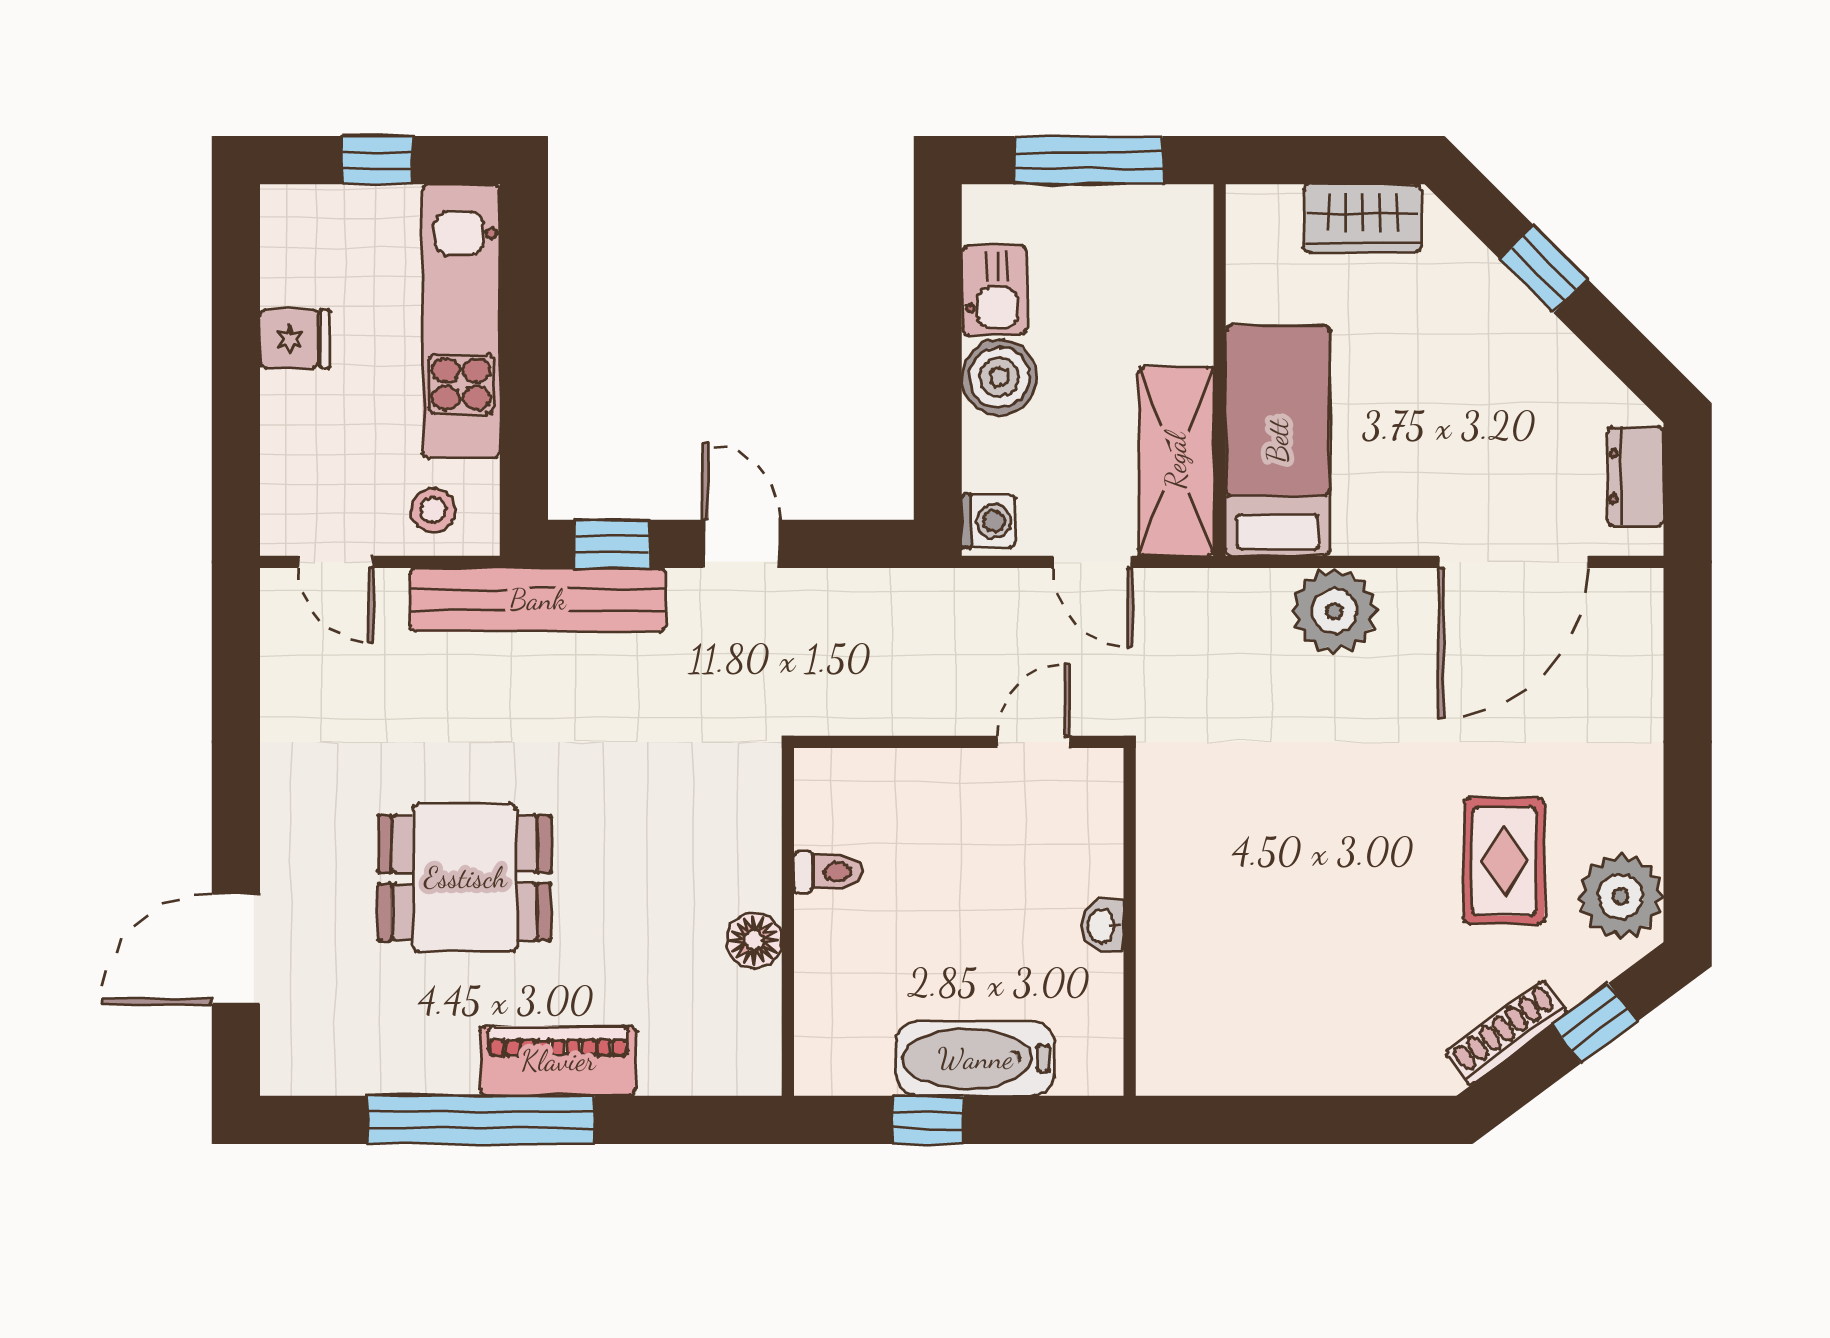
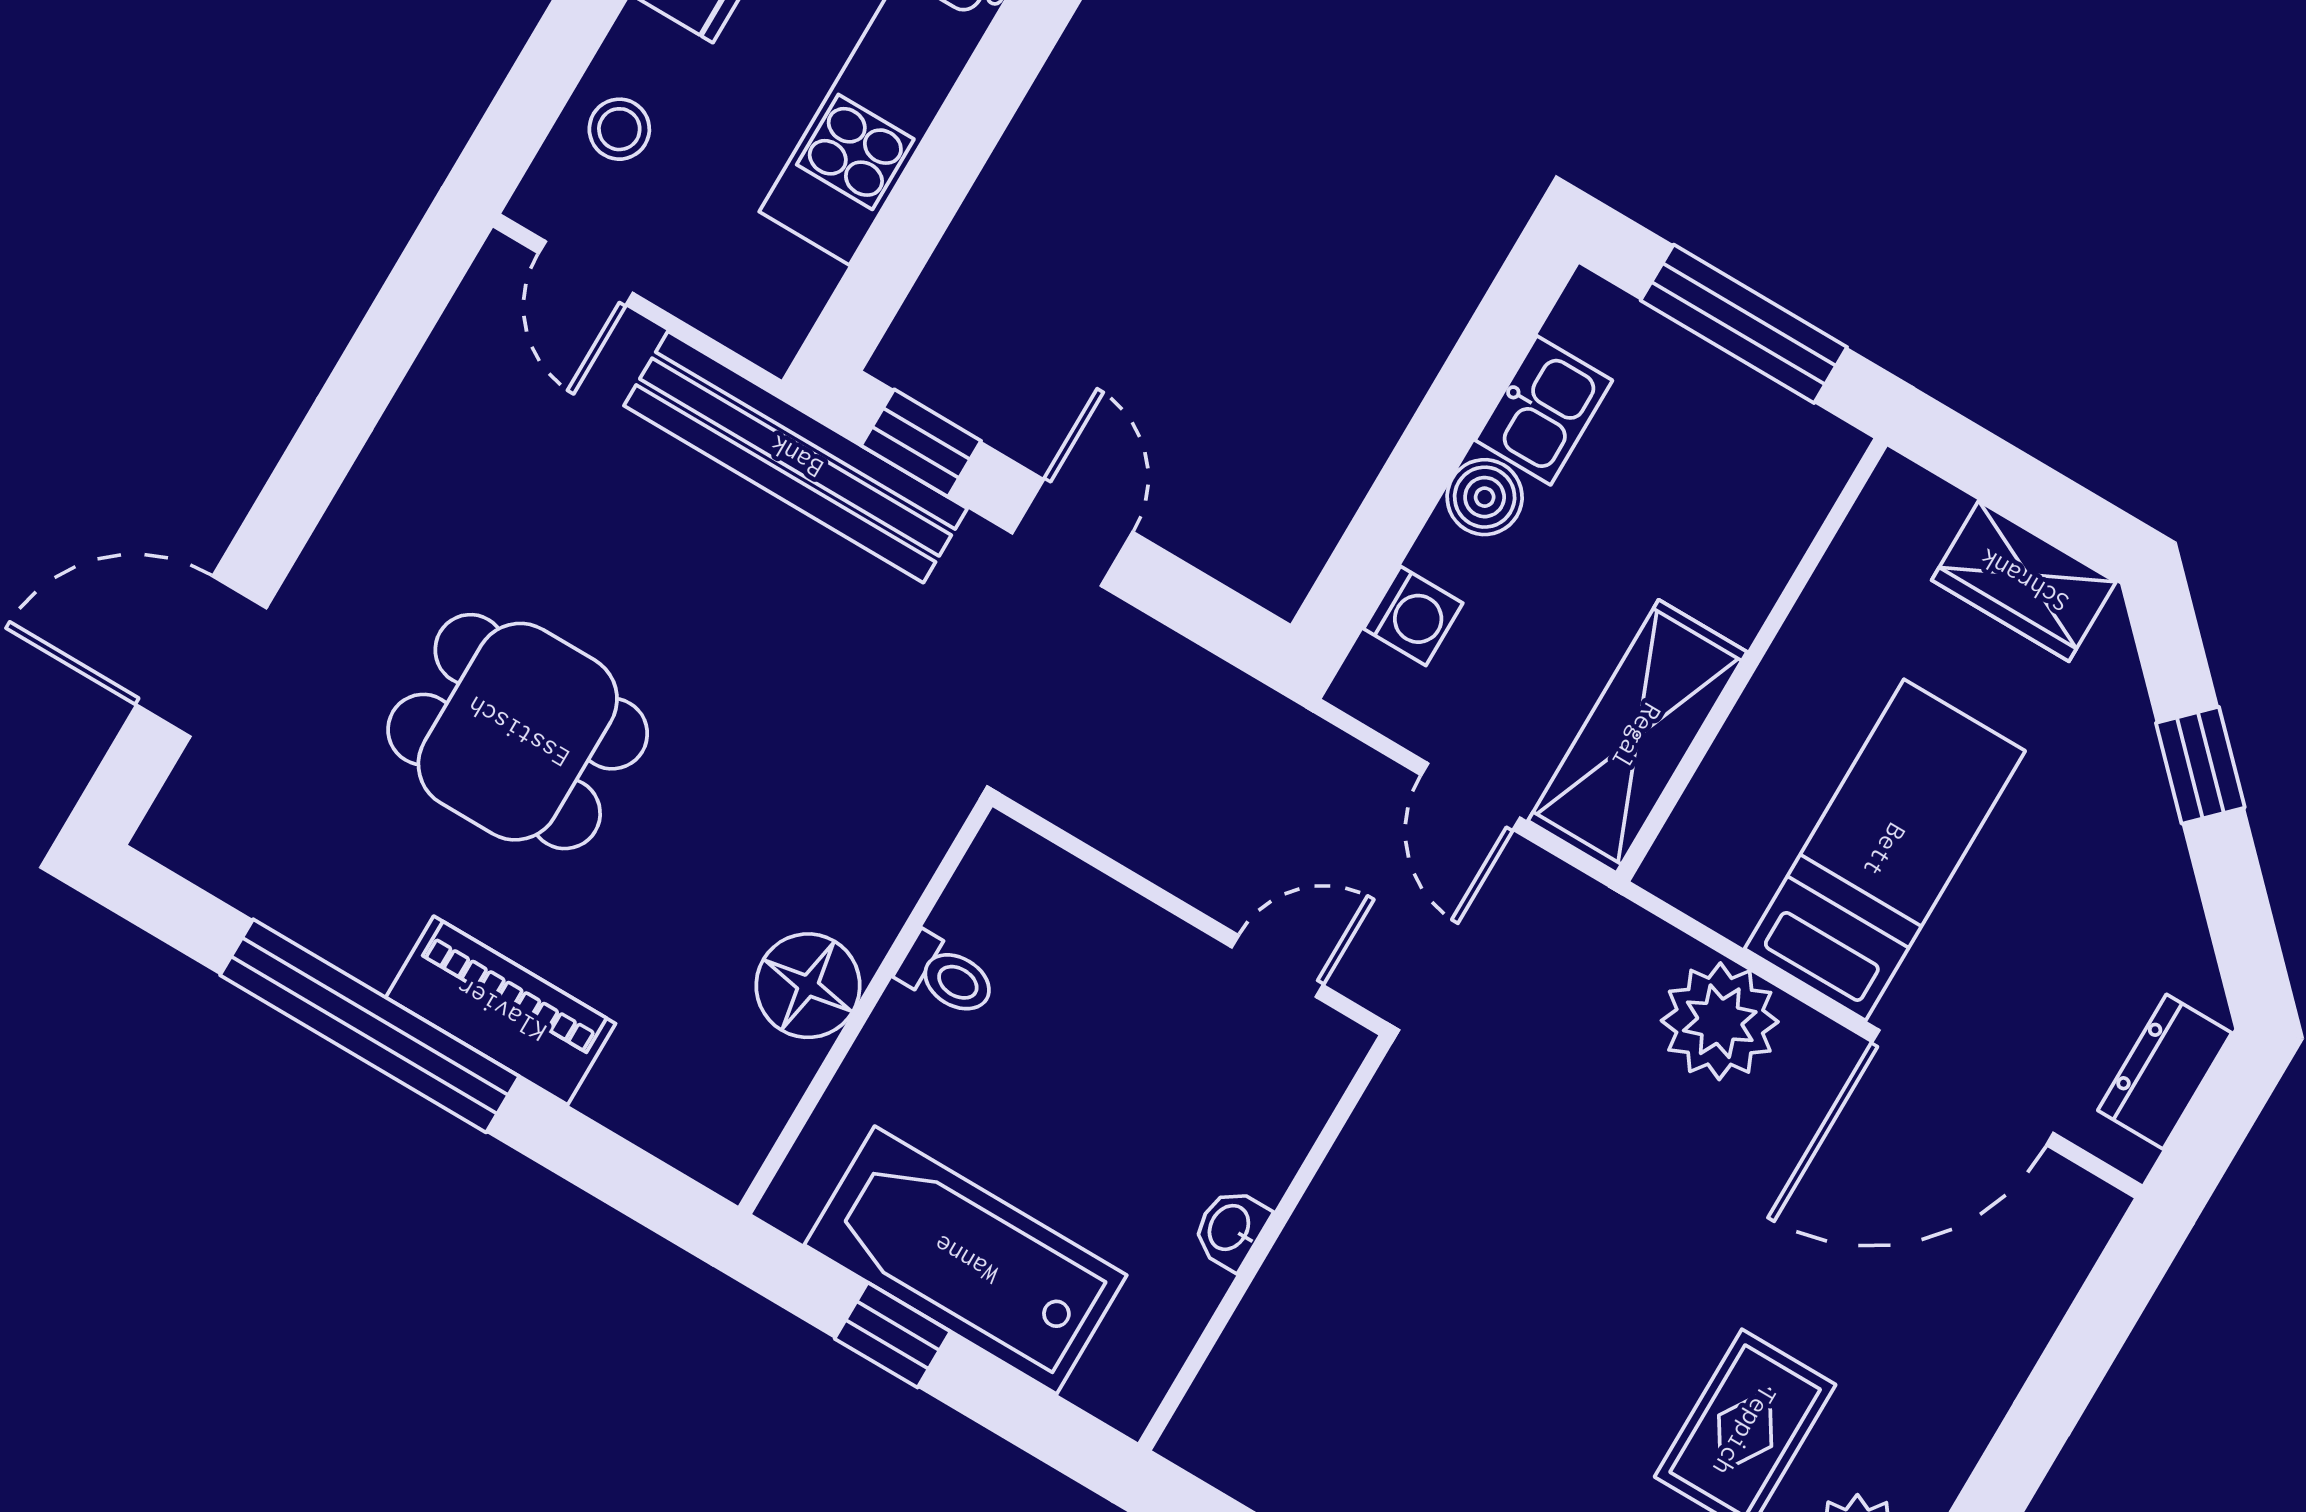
boiler: (999, 377) -> (1485, 497), width x0.73, depth x0.73
bed: (1278, 441) -> (1885, 850), moved
stool: (433, 510) -> (619, 129), moved
washing machine: (989, 521) -> (1413, 616), moved
floor lamp: (754, 941) -> (808, 986), width x1.38, depth x1.38
bathtub: (975, 1059) -> (966, 1260), width x1.36, depth x1.36

